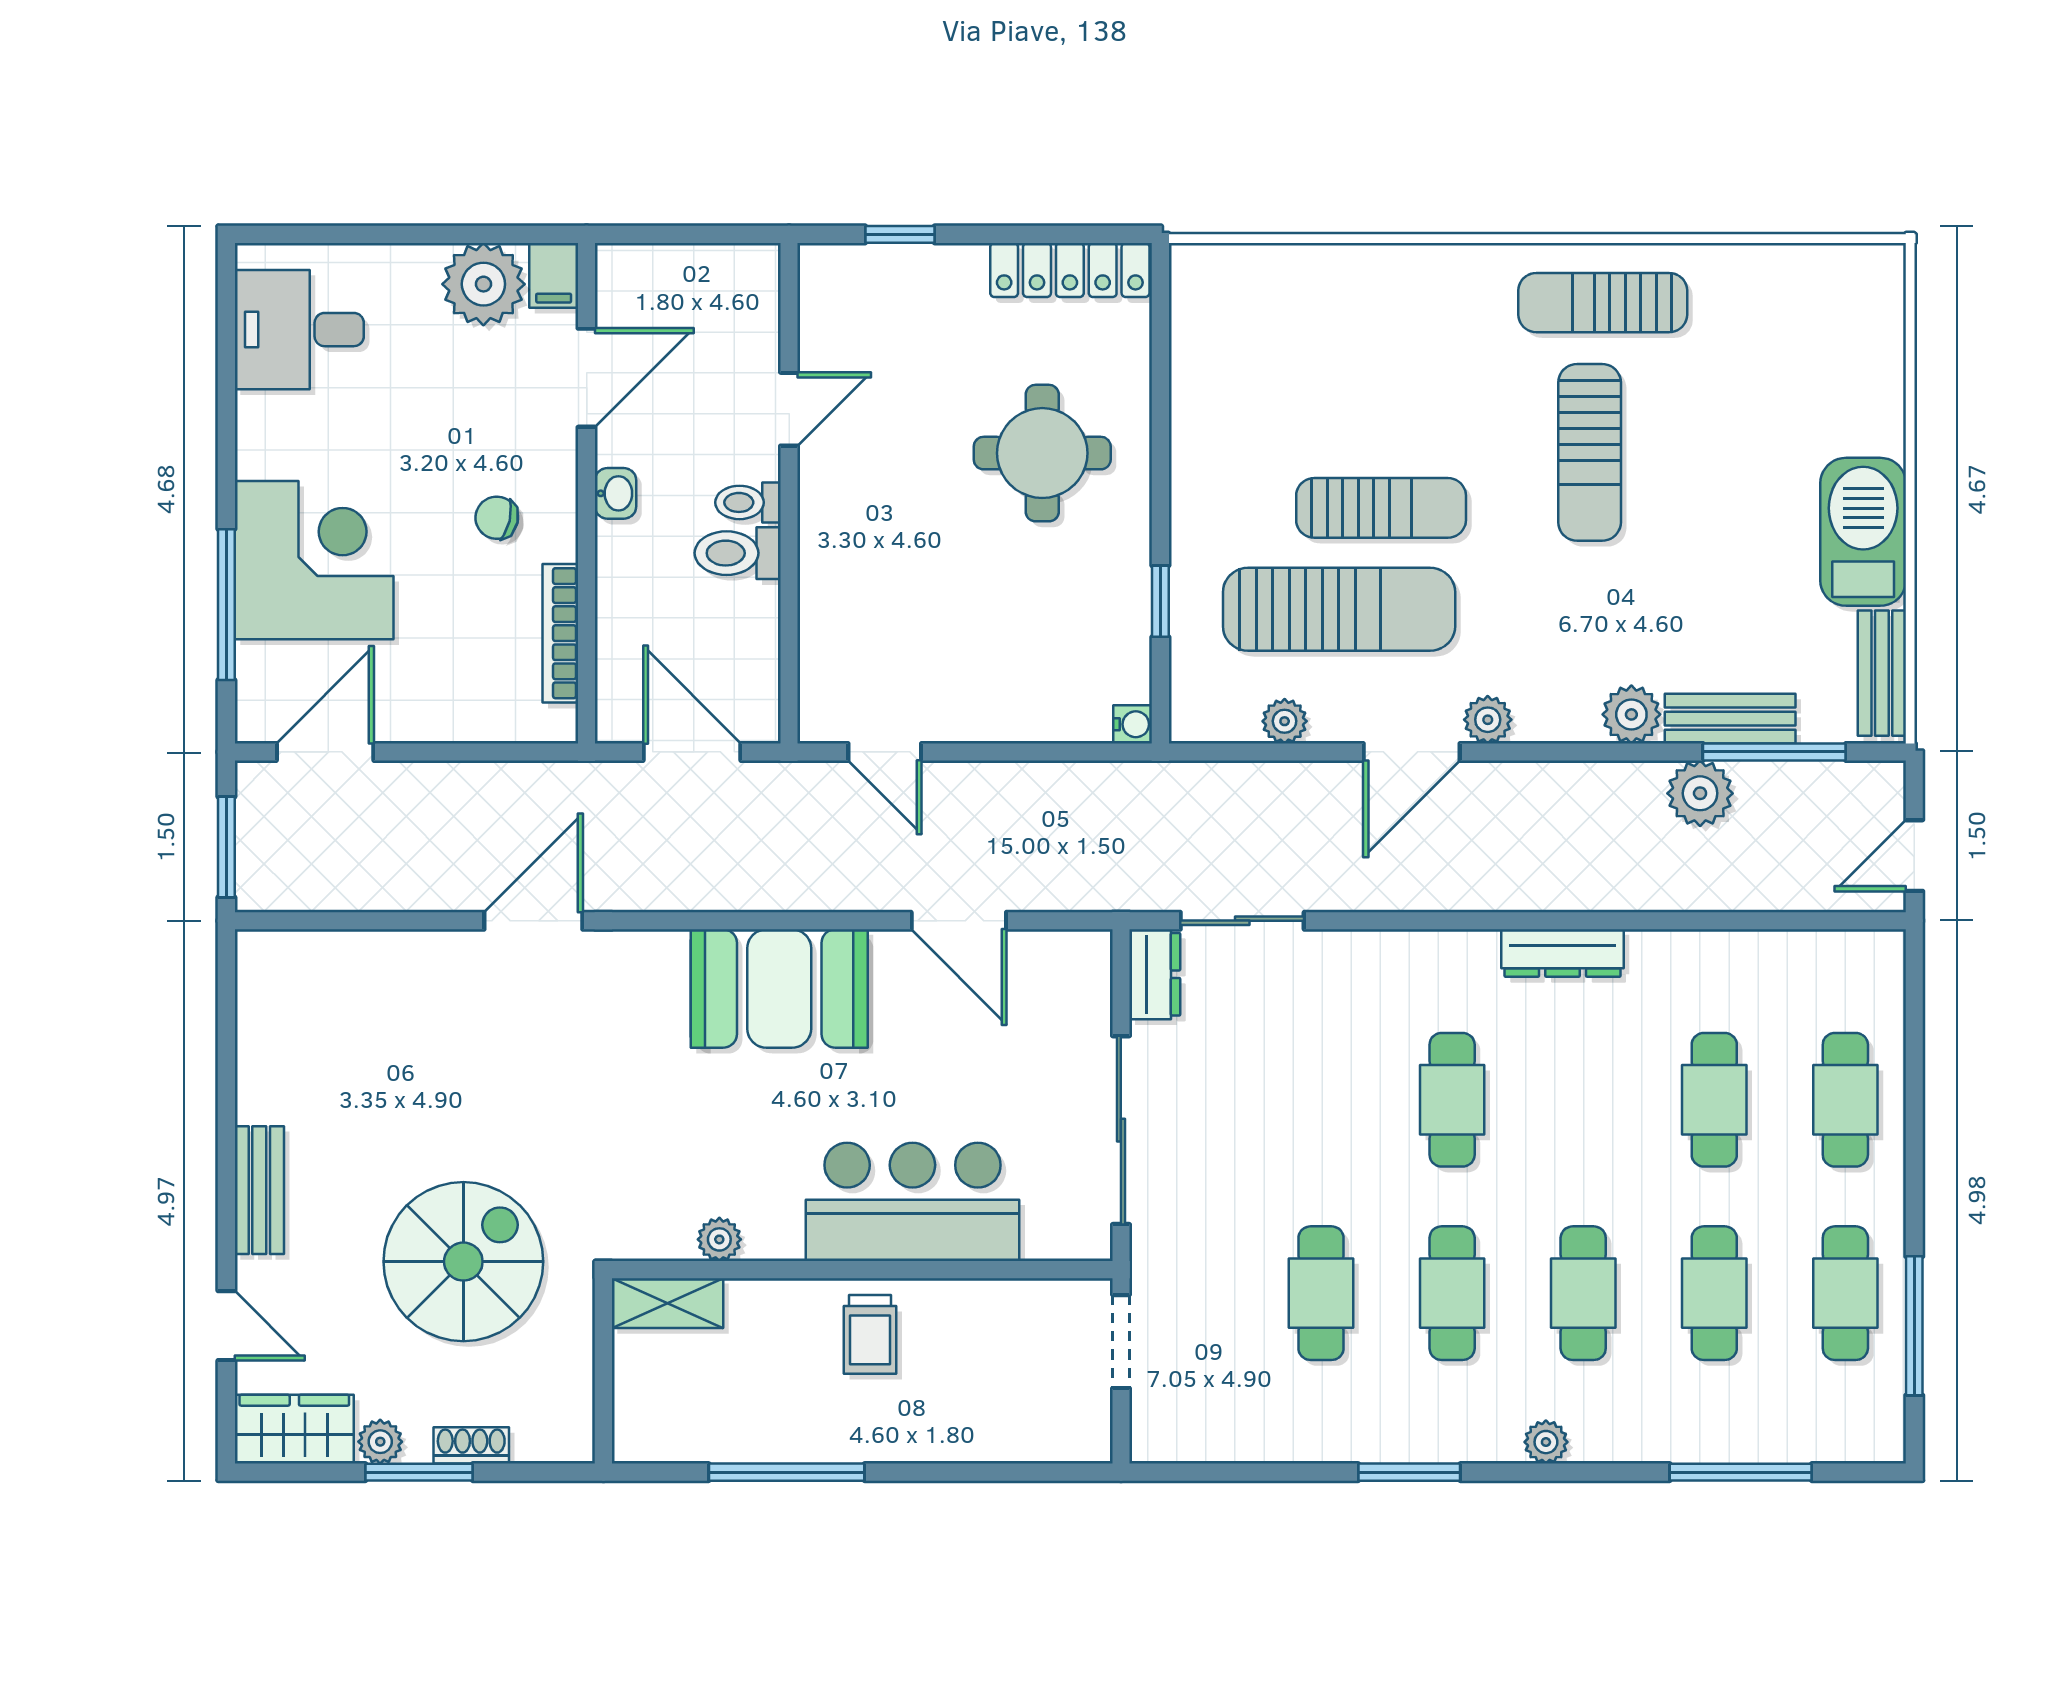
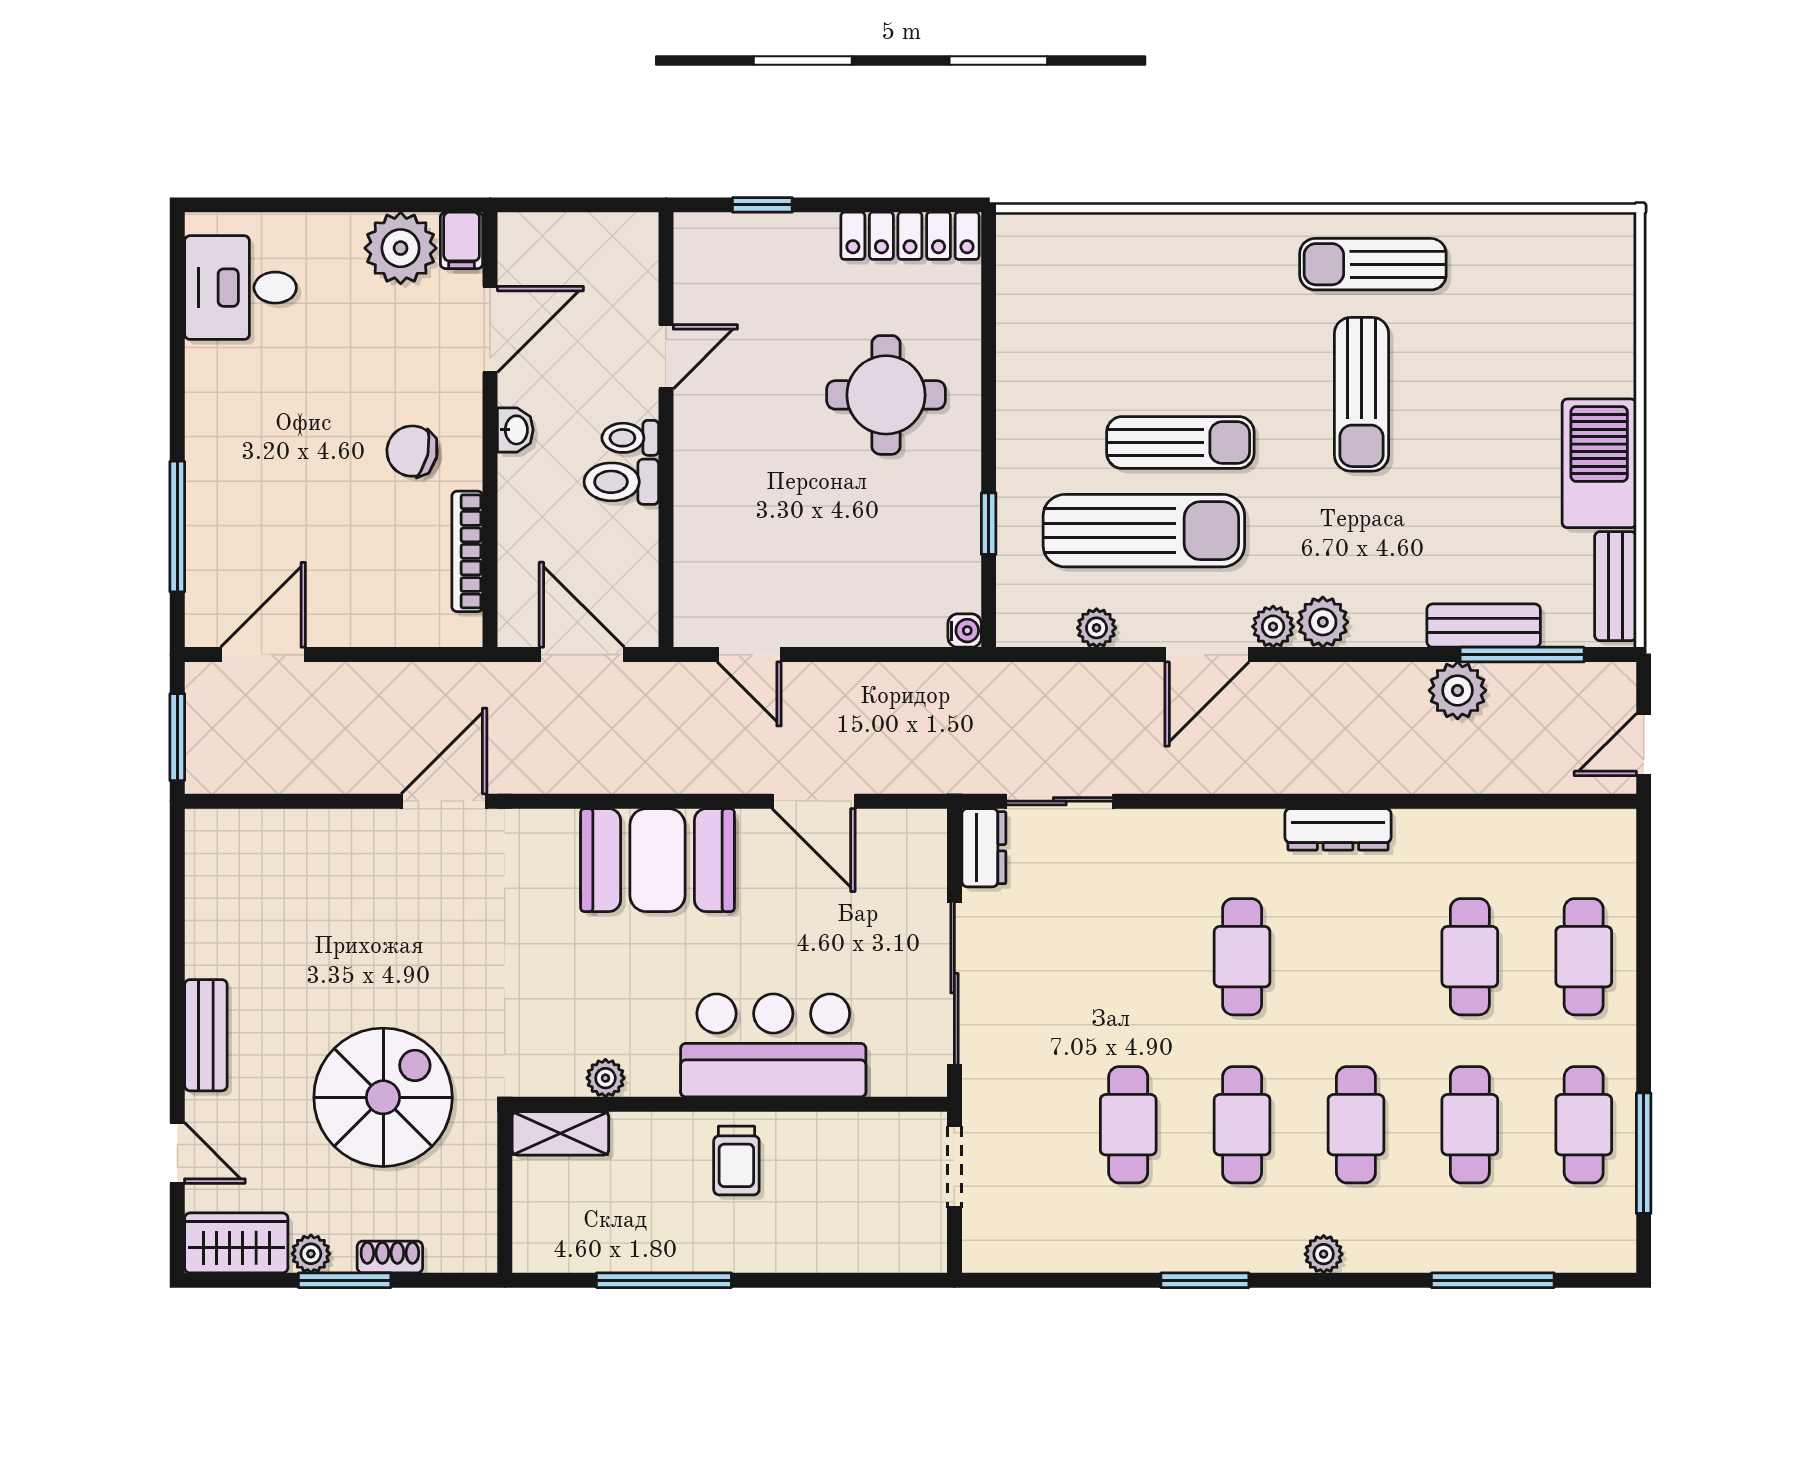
chair: (497, 518) -> (412, 451), width x1.37, depth x1.37
corner desk: (314, 560) -> (253, 488), removed
plant: (1631, 714) -> (1323, 622), moved

